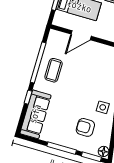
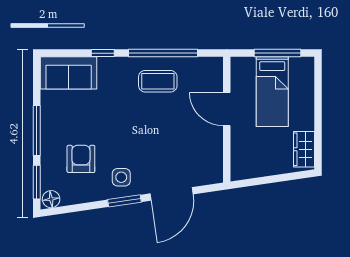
sofa: (35, 114) -> (69, 73), width x0.73

